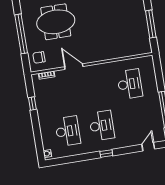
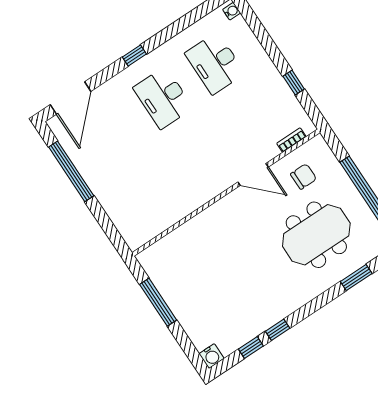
chair: (39, 57) -> (304, 177), moved
desk: (130, 84) -> (148, 187), removed
door: (148, 147) -> (70, 98), width x1.88

